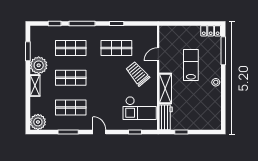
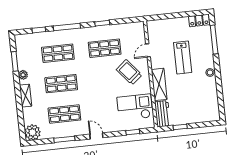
plant: (39, 65) -> (23, 75), width x0.53, depth x0.53
lab bench: (191, 65) -> (183, 57), turned 180
checkout: (140, 108) -> (135, 107), turned 180

